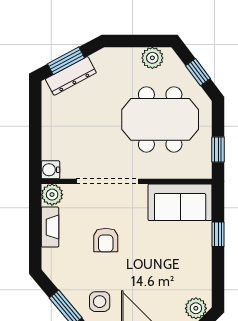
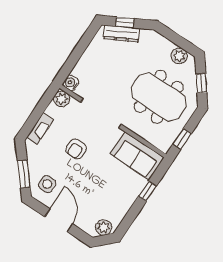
window: (66, 61) -> (125, 22), width x0.67
fireplace: (50, 227) -> (40, 129), moved

